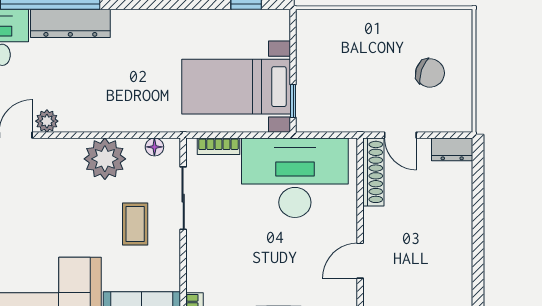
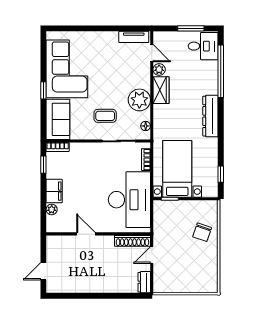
dresser: (70, 23) -> (210, 116), moved
chair: (430, 73) -> (202, 232), moved
wardrobe: (86, 118) -> (161, 90), added

